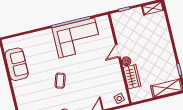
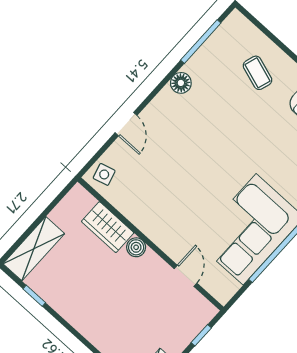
door: (118, 51) -> (185, 276), moved
coffee table: (60, 81) -> (257, 73), moved

